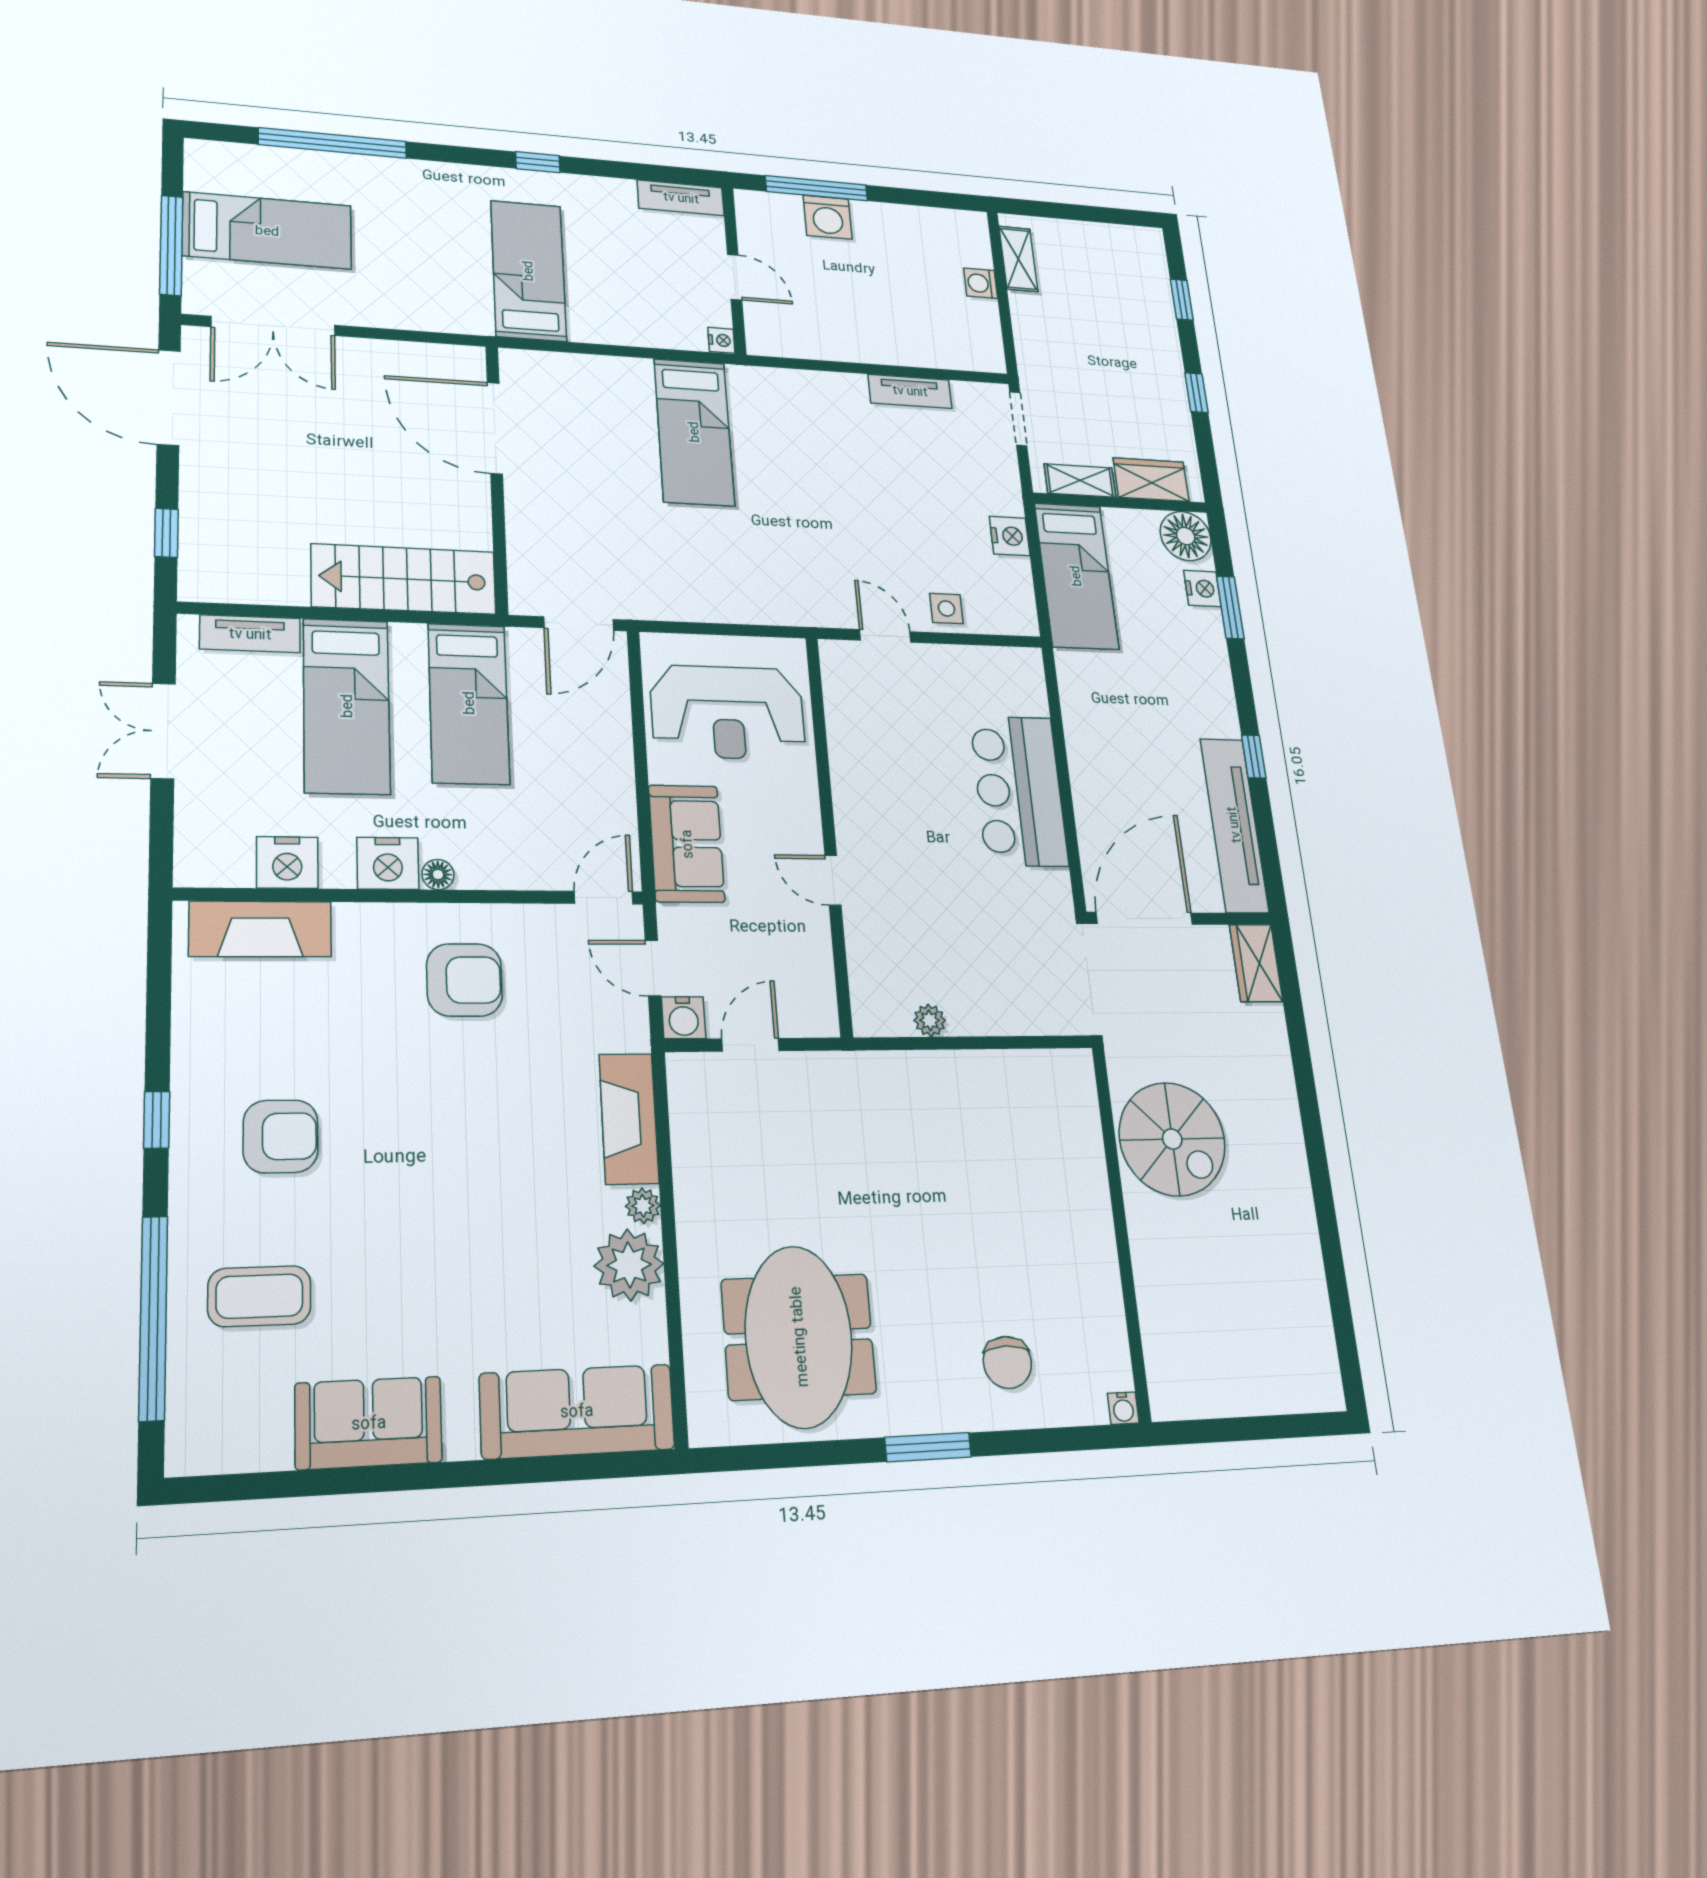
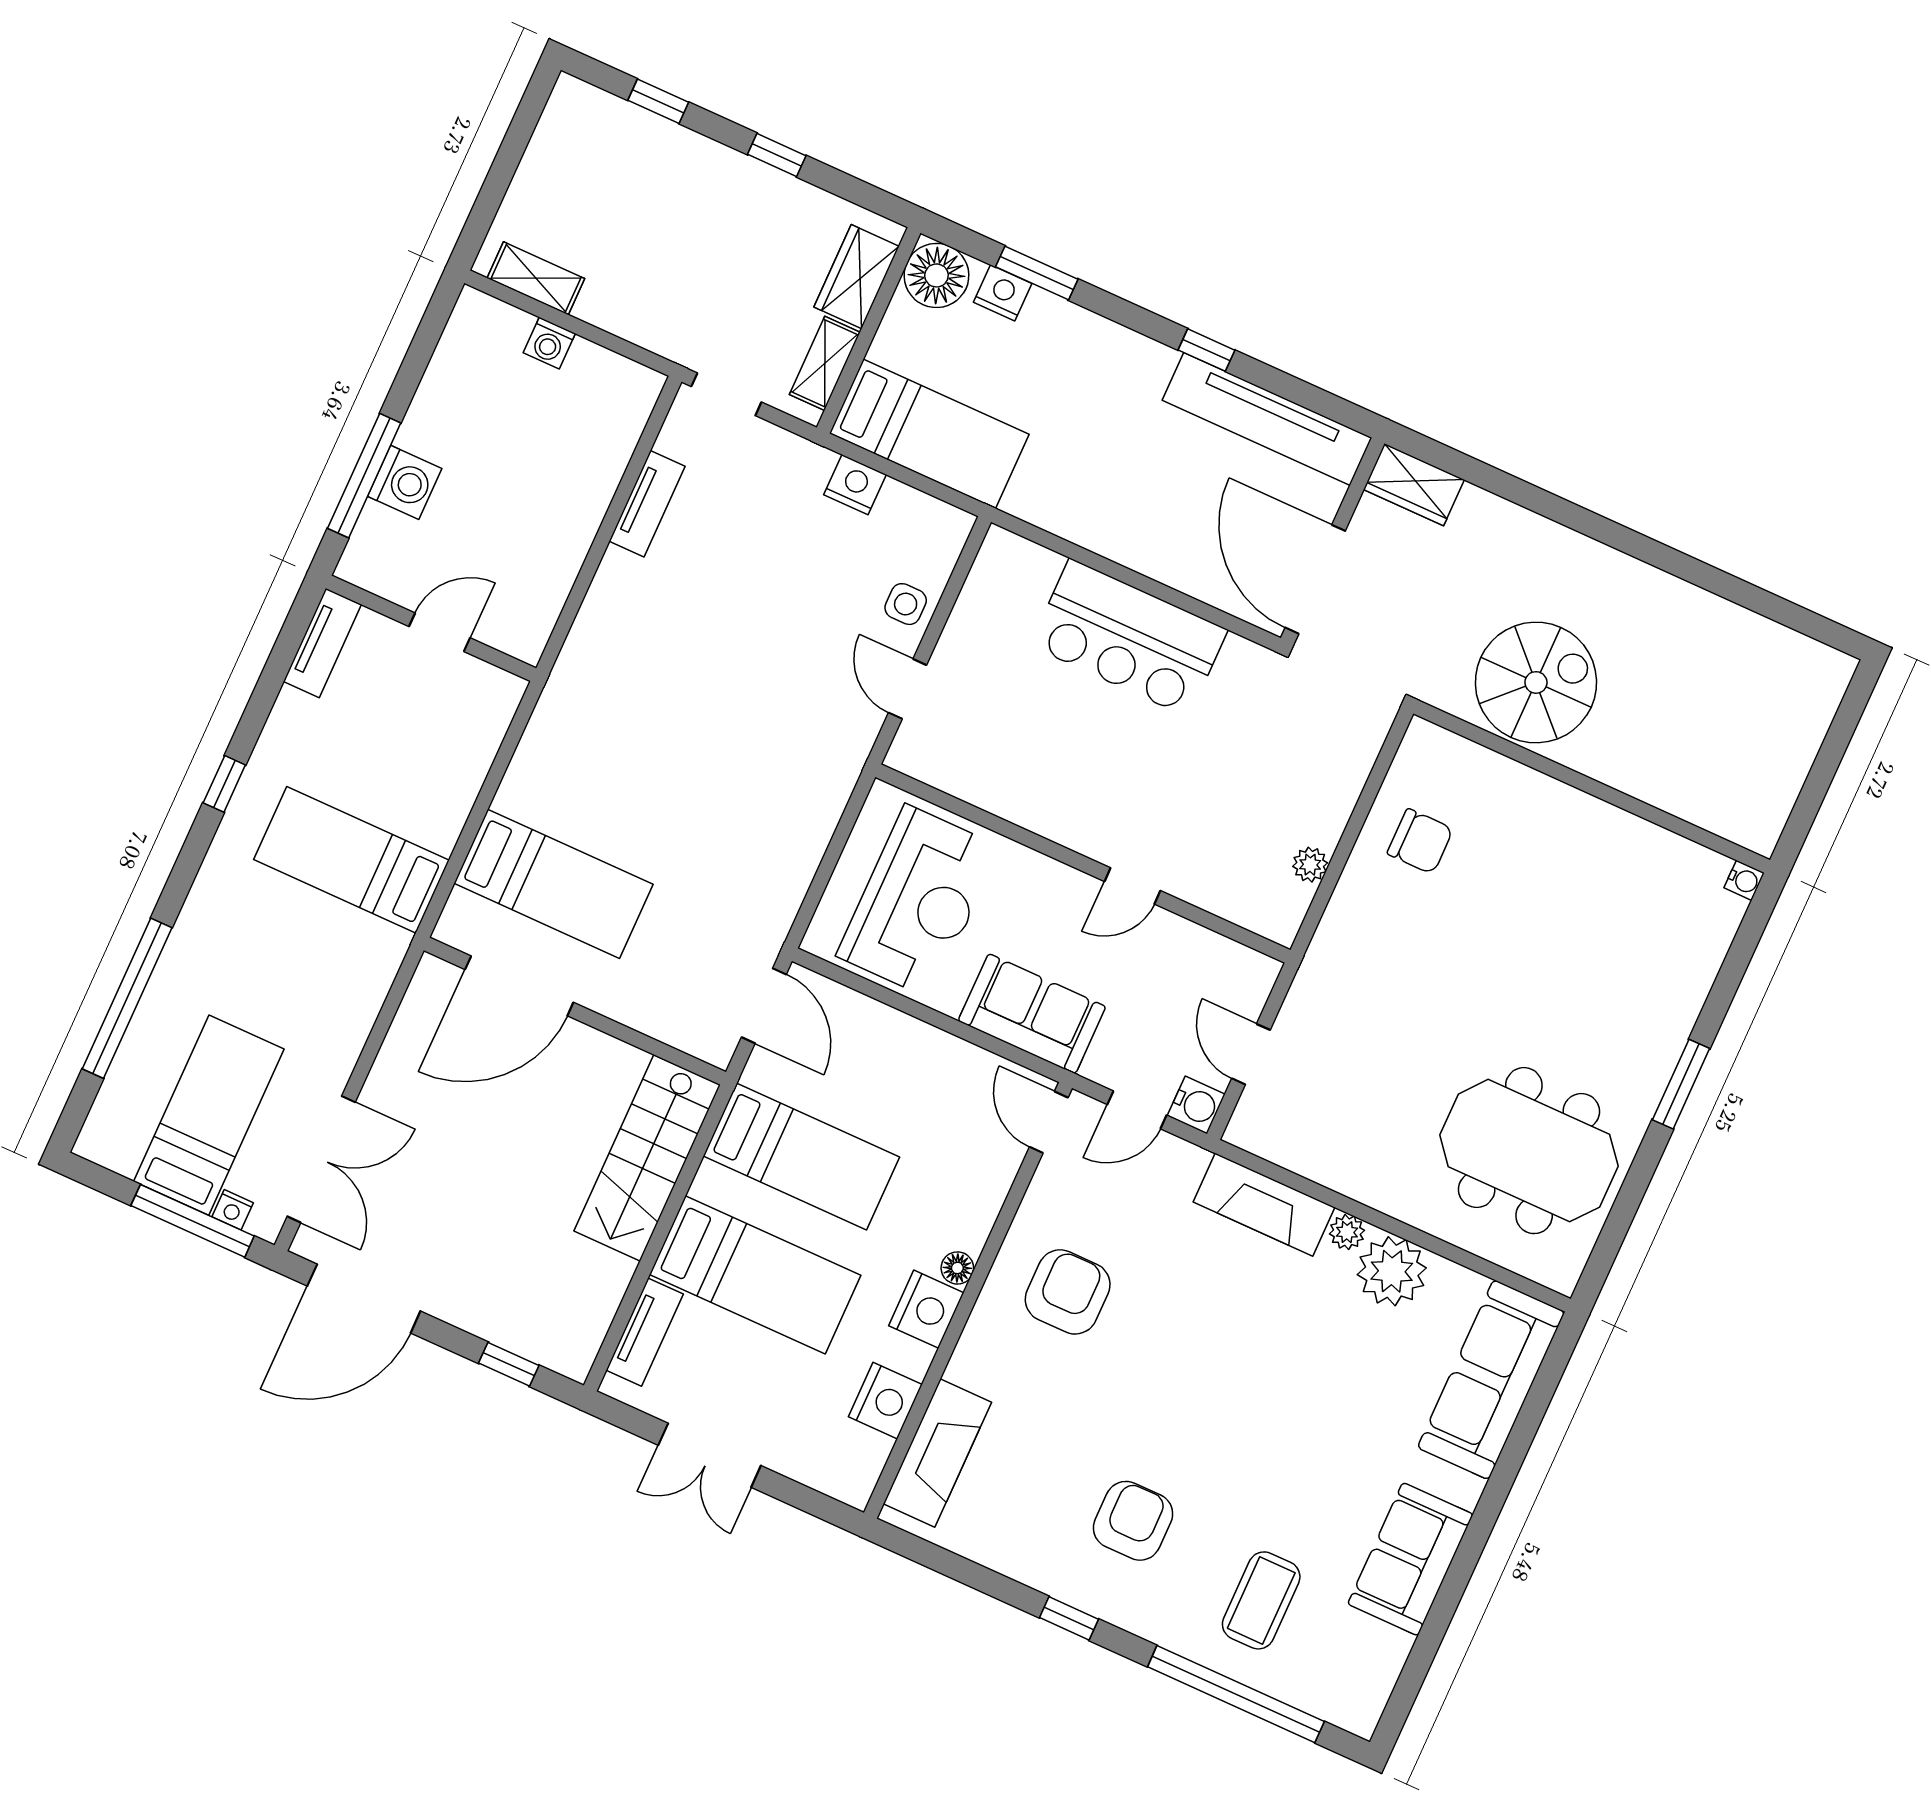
nightstand: (721, 340) -> (233, 1210), moved, turned 180
bed: (694, 432) -> (553, 884), moved
door: (885, 636) -> (908, 689), hinge flipped
chair: (1007, 1362) -> (1420, 841), moved

